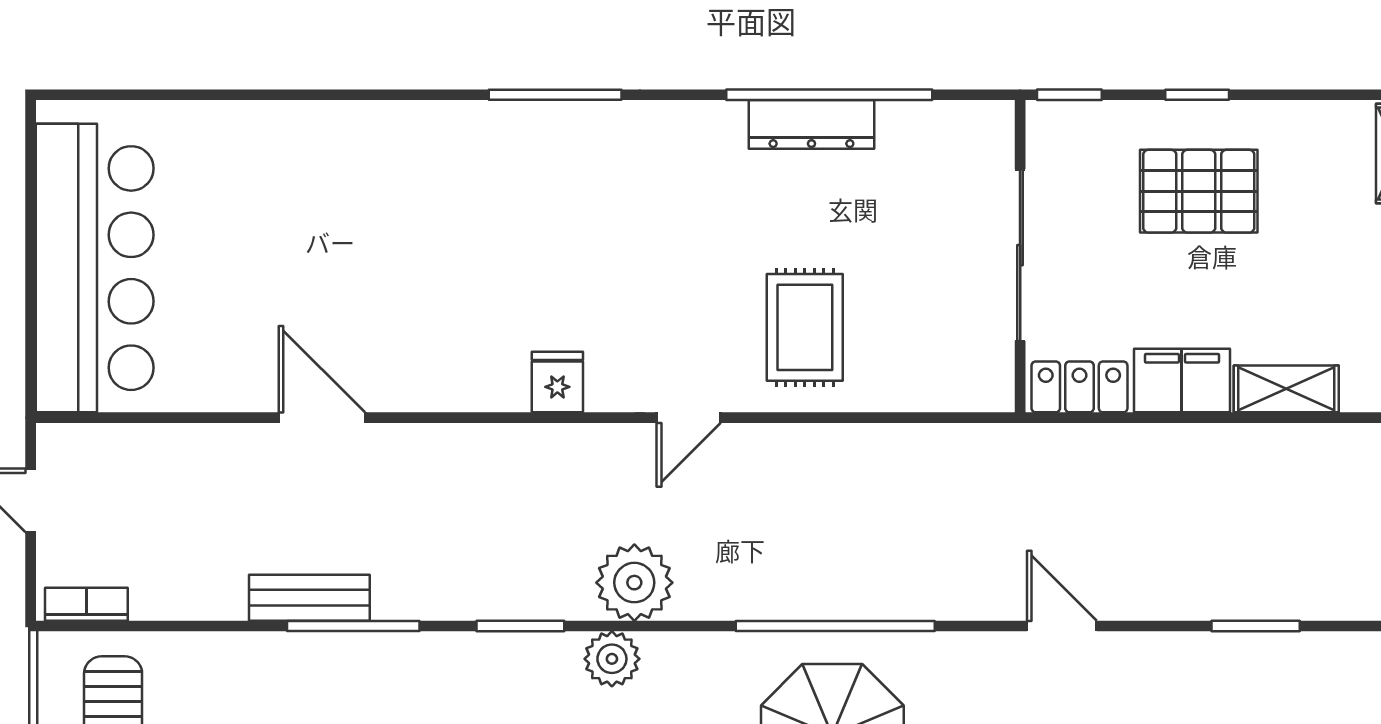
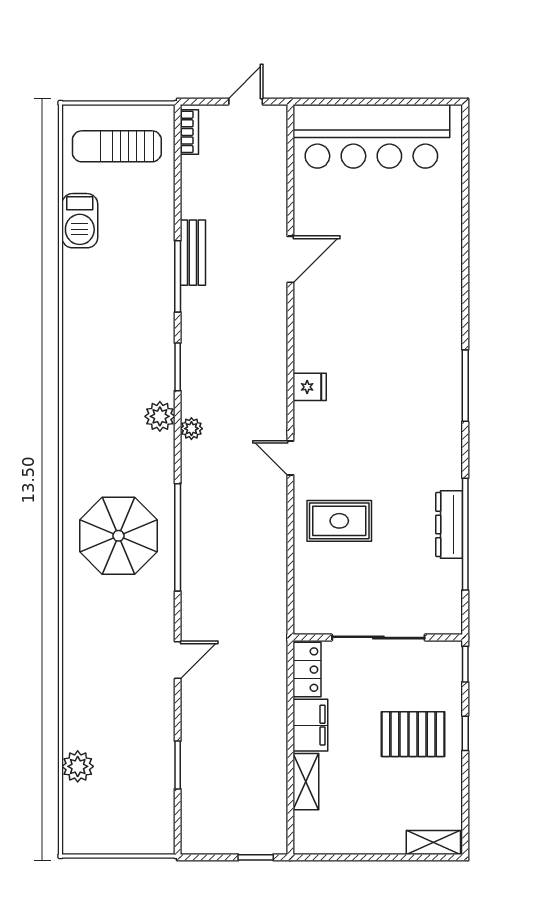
pallet: (1199, 191) -> (413, 734), turned 90
plant: (634, 583) -> (191, 429), width x0.53, depth x0.53

